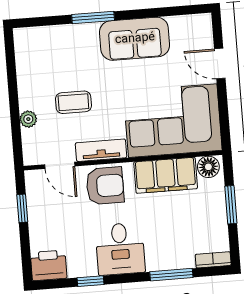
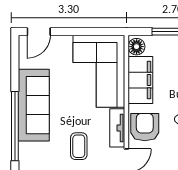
window: (93, 17) -> (15, 126), width x2.11
sofa: (135, 39) -> (34, 105), width x1.36
door: (220, 64) -> (39, 32), moved

